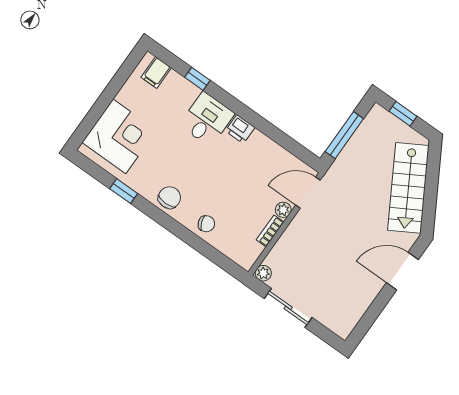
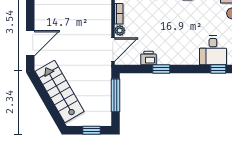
desk: (207, 119) -> (213, 50), moved
window: (266, 128) -> (161, 69), added
printer: (240, 129) -> (149, 58), moved

